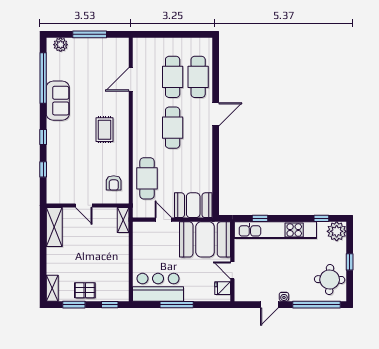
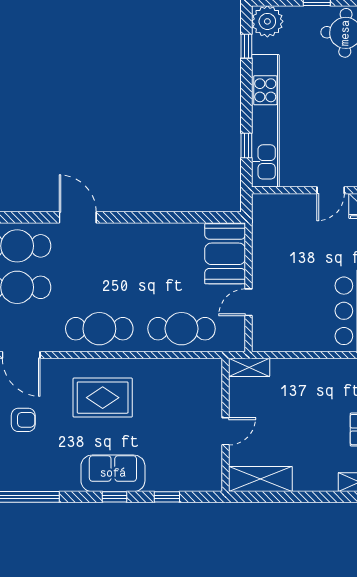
sofa: (58, 101) -> (113, 473), moved
cafe table: (173, 128) -> (99, 329), moved
rug: (104, 130) -> (103, 398), width x1.36, depth x1.43
armchair: (114, 183) -> (23, 420), moved
booth: (205, 239) -> (280, 235), removed

